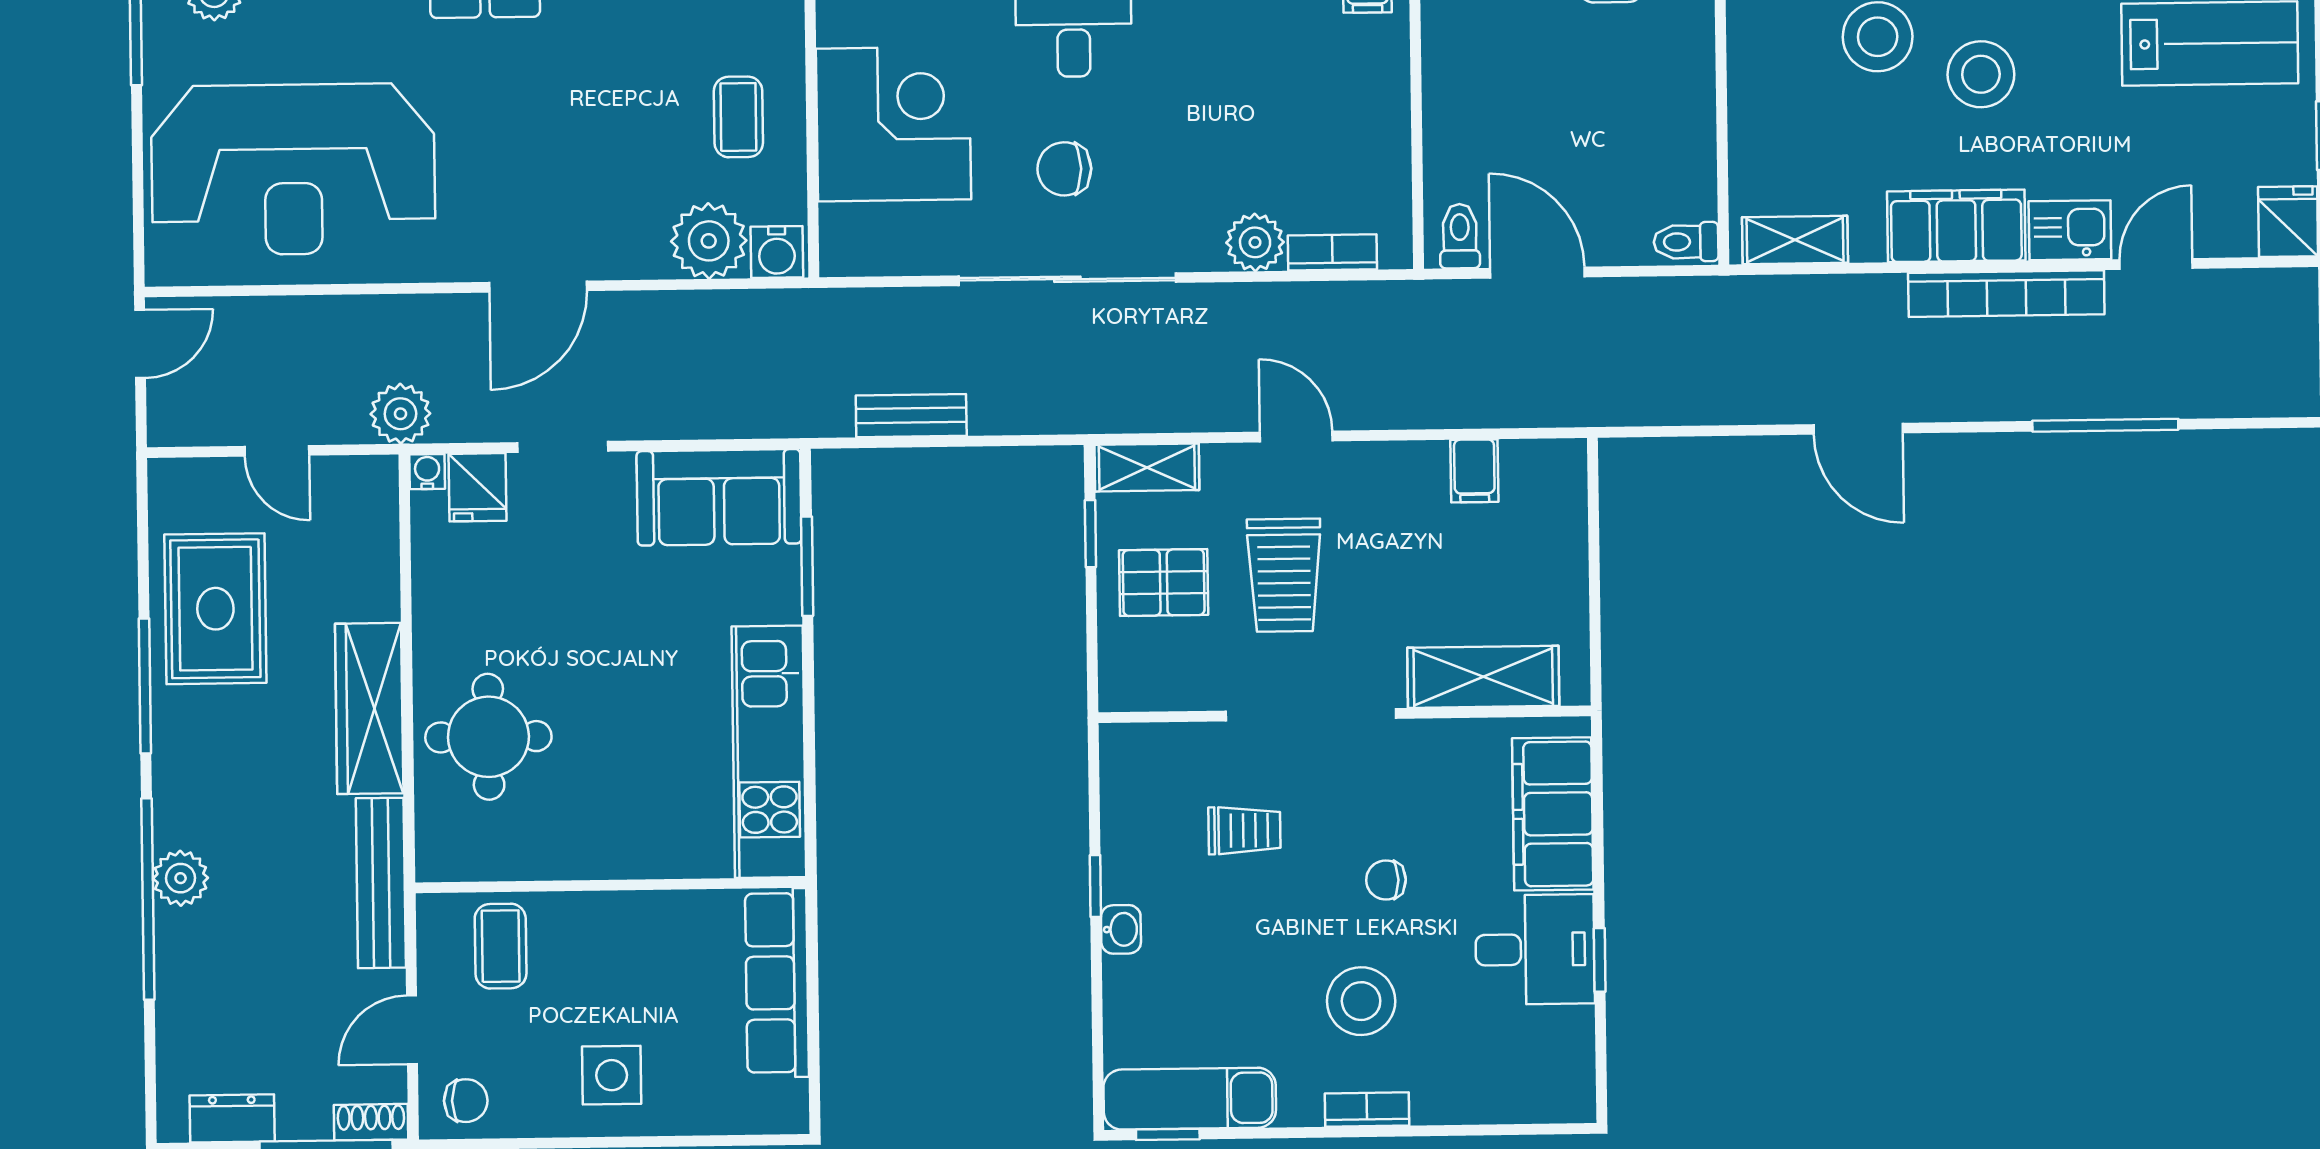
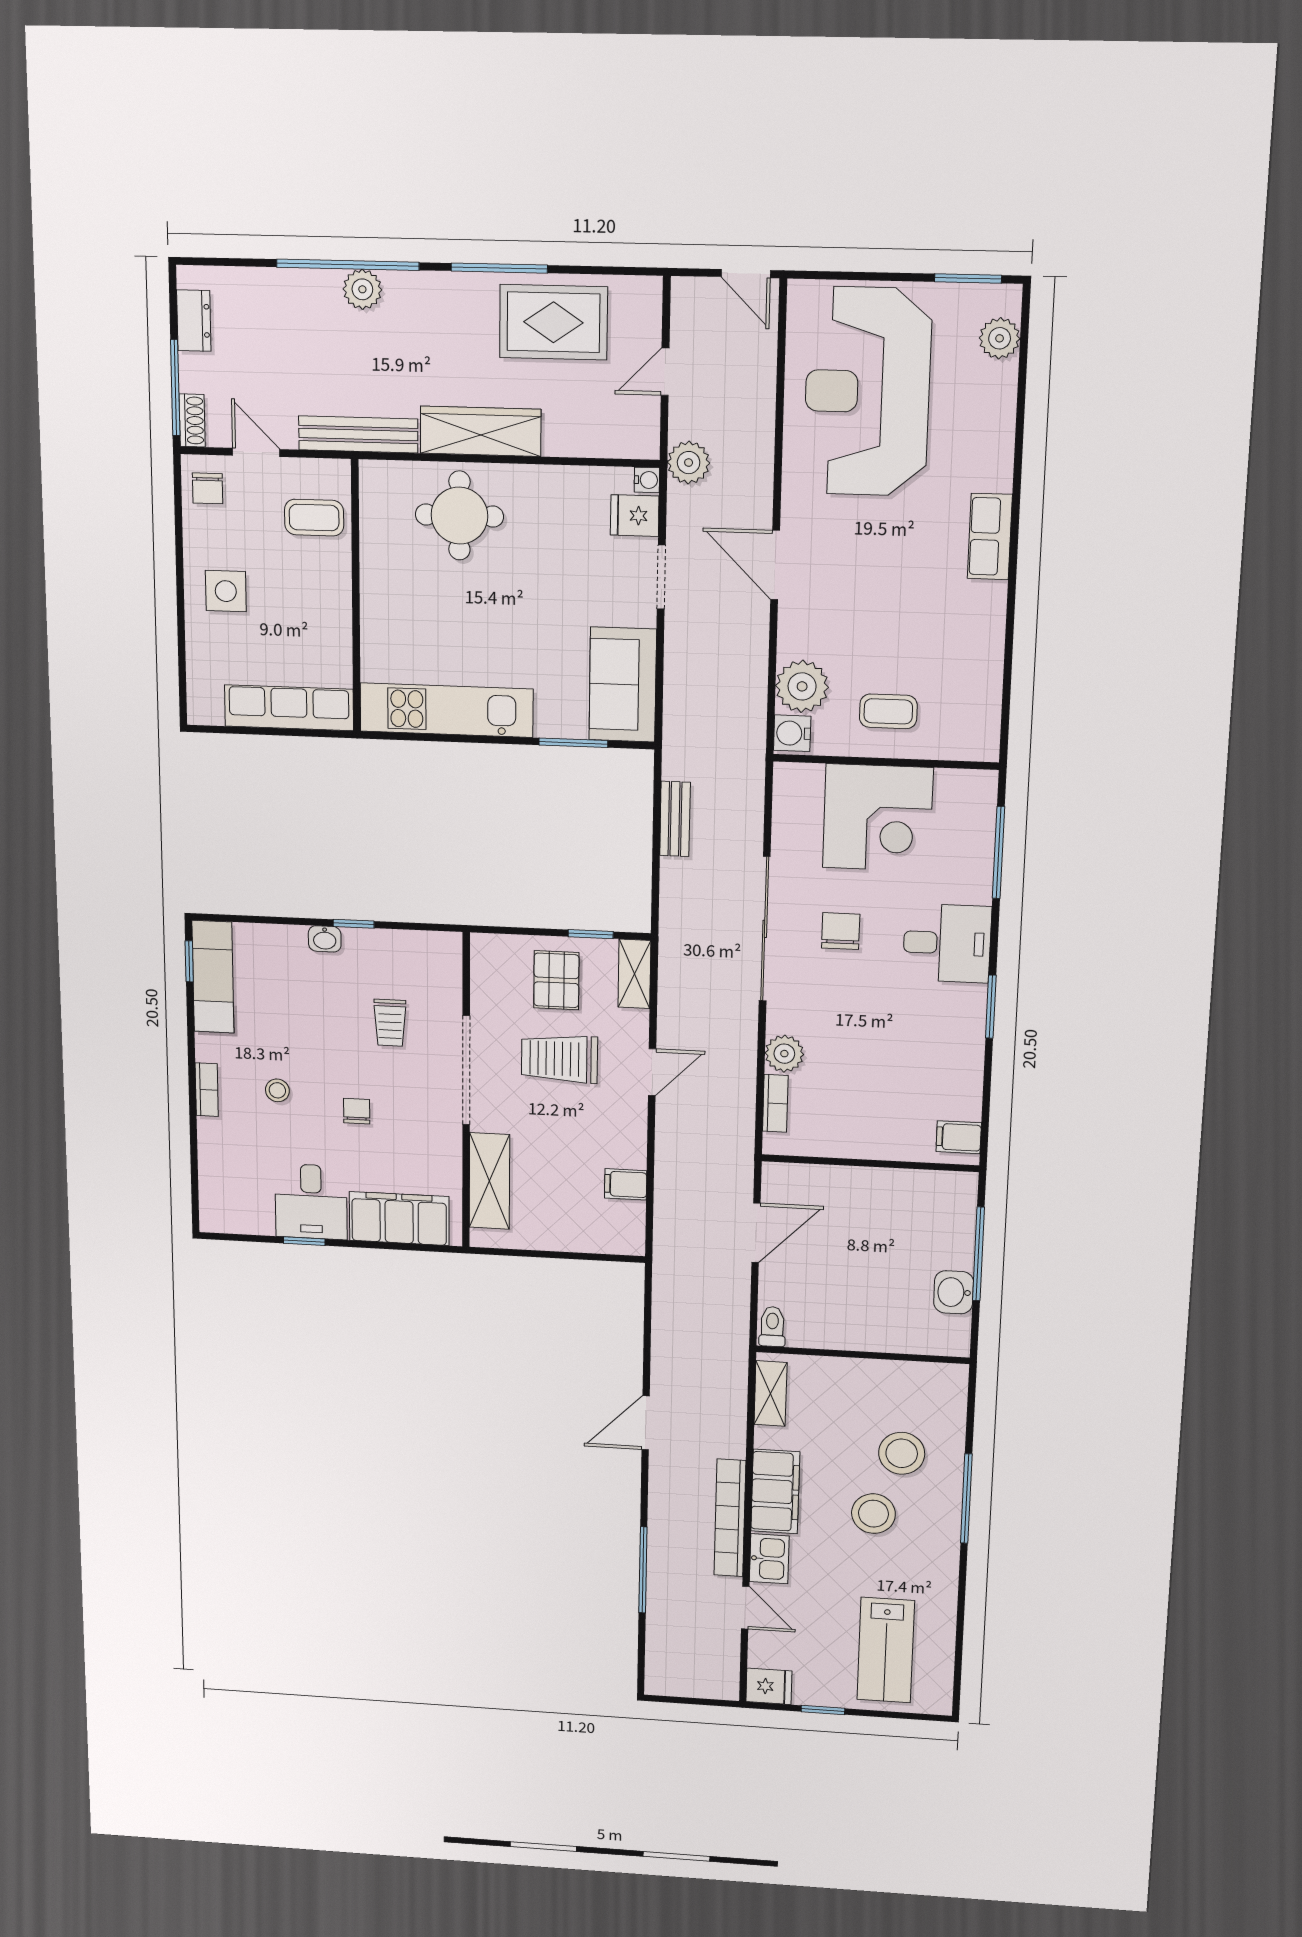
toilet: (1460, 236) -> (783, 1185), removed
stool: (1361, 1001) -> (277, 1090), width x0.53, depth x0.53

